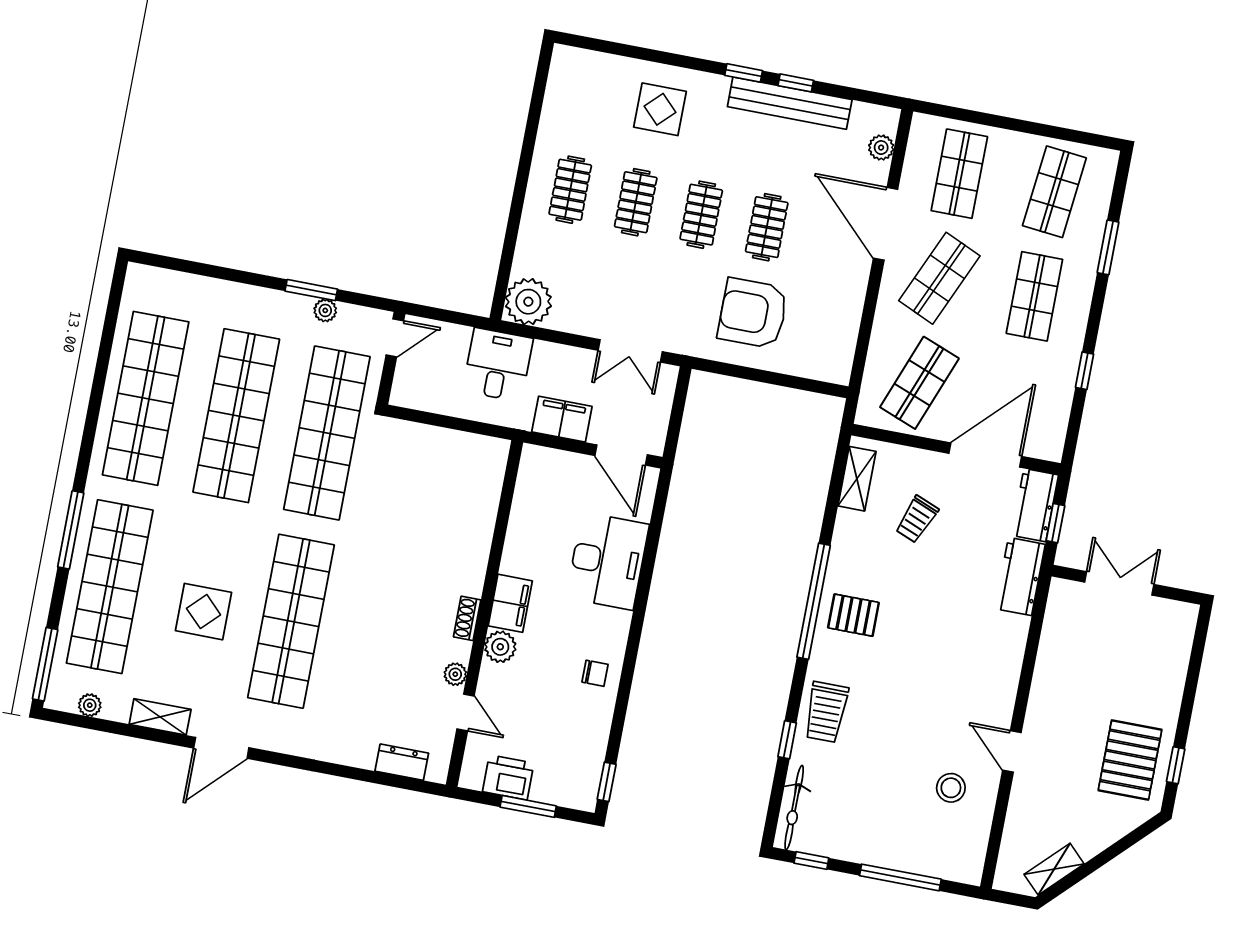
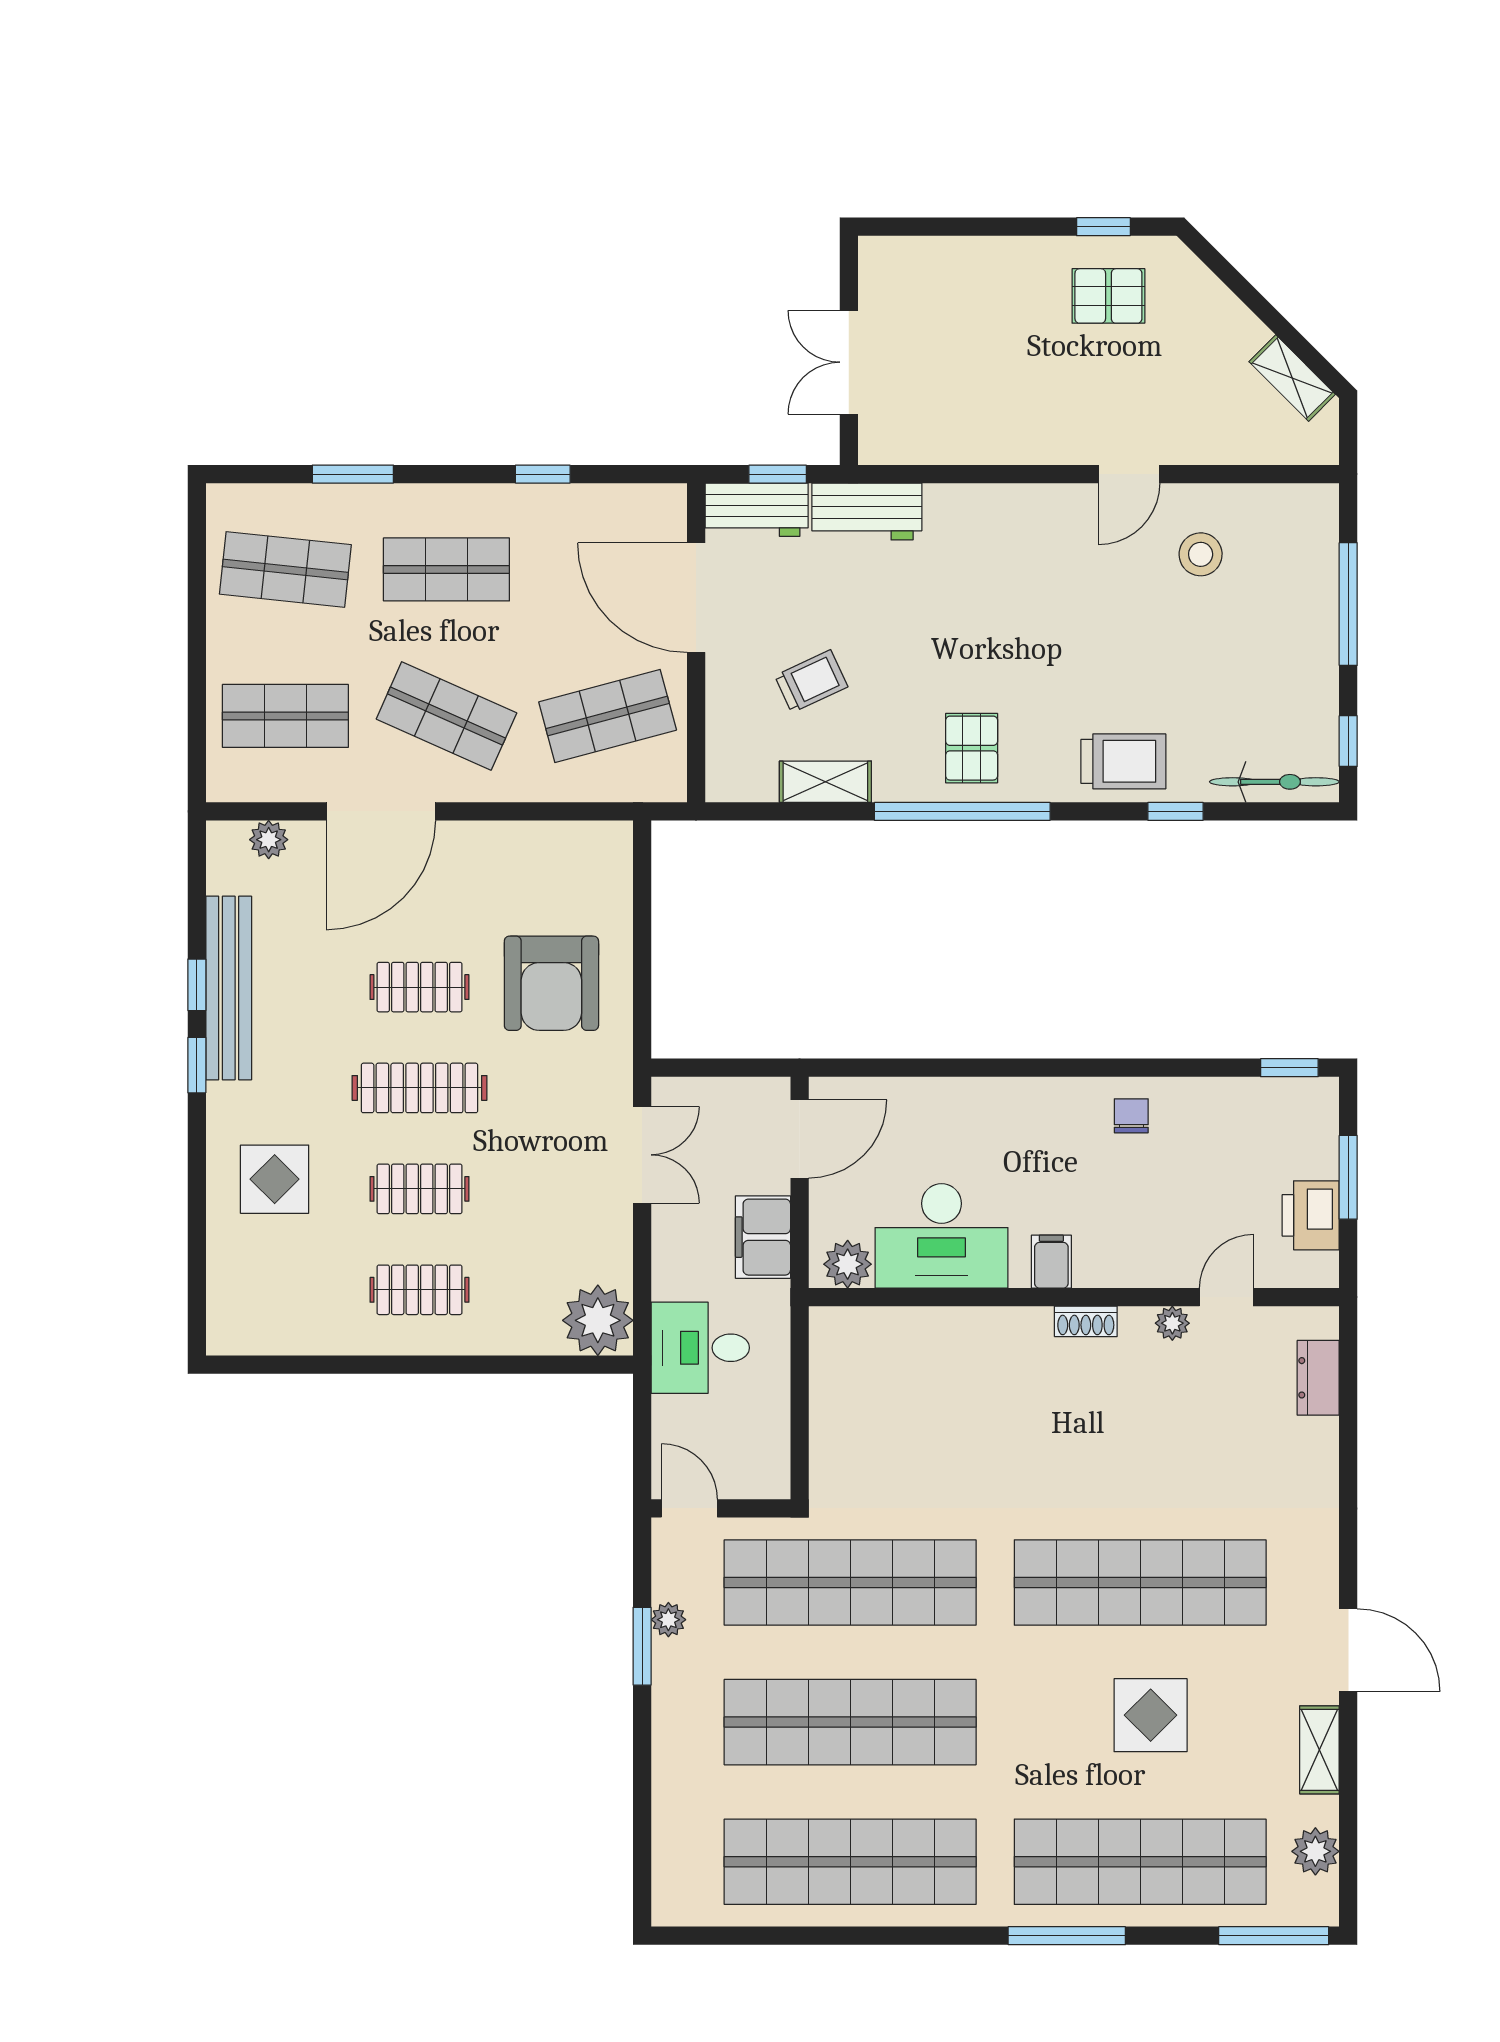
clothes rail: (701, 215) -> (419, 1088), width x1.36
shop shelf: (919, 383) -> (608, 716), turned -36
shelving: (857, 479) -> (825, 782), moved
trolley: (917, 519) -> (811, 681), turned -47
desk: (608, 561) -> (941, 1236), moved, turned 180
filing cabinet: (510, 603) -> (1051, 1262), width x0.50
plant: (500, 647) -> (848, 1264), moved
plant: (90, 705) -> (1315, 1851), width x1.38, depth x1.38
pallet: (1130, 760) -> (1108, 296), width x0.67, depth x0.71

